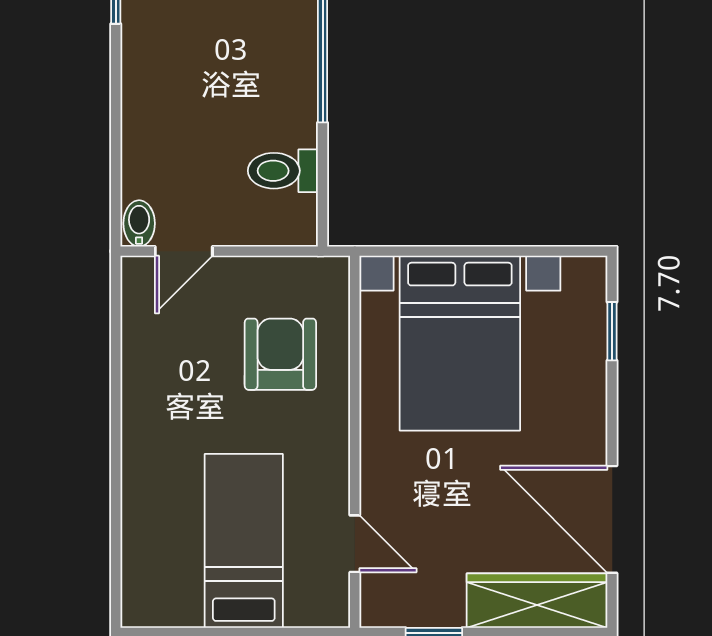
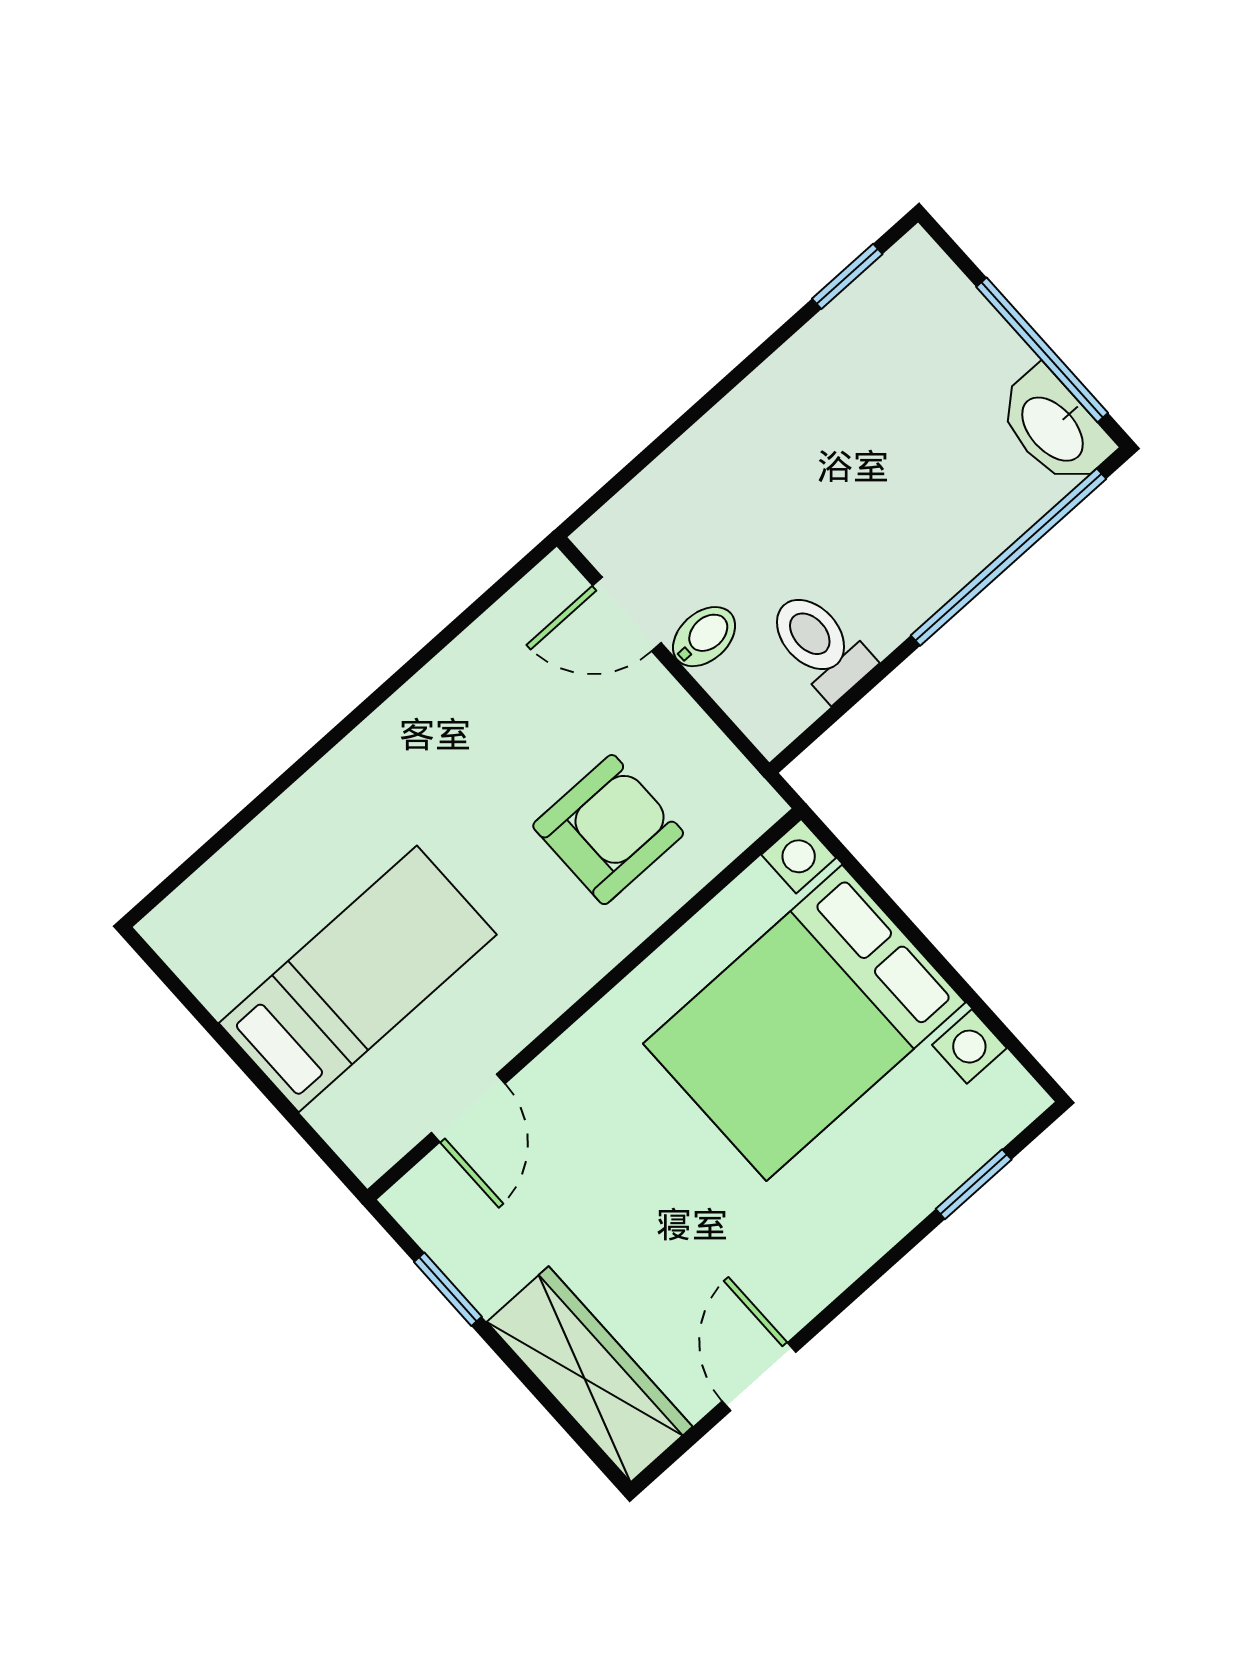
bidet: (139, 223) -> (704, 637), moved
door: (612, 519) -> (759, 1377), width x0.53

